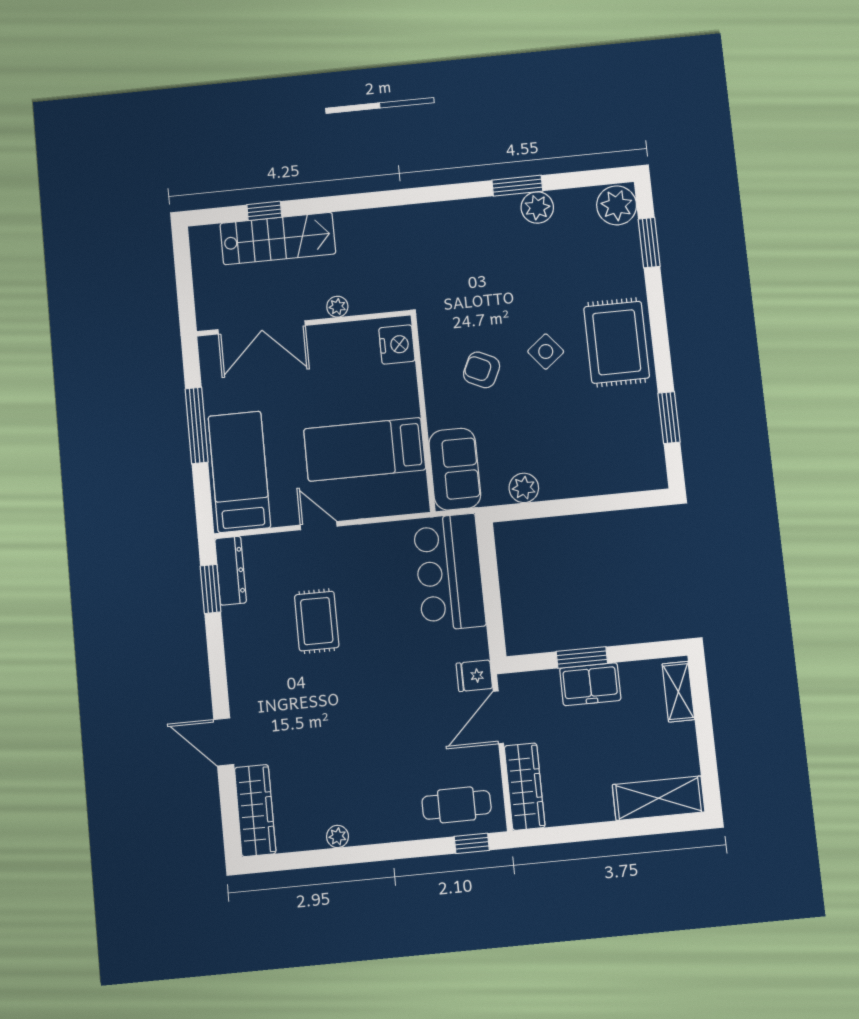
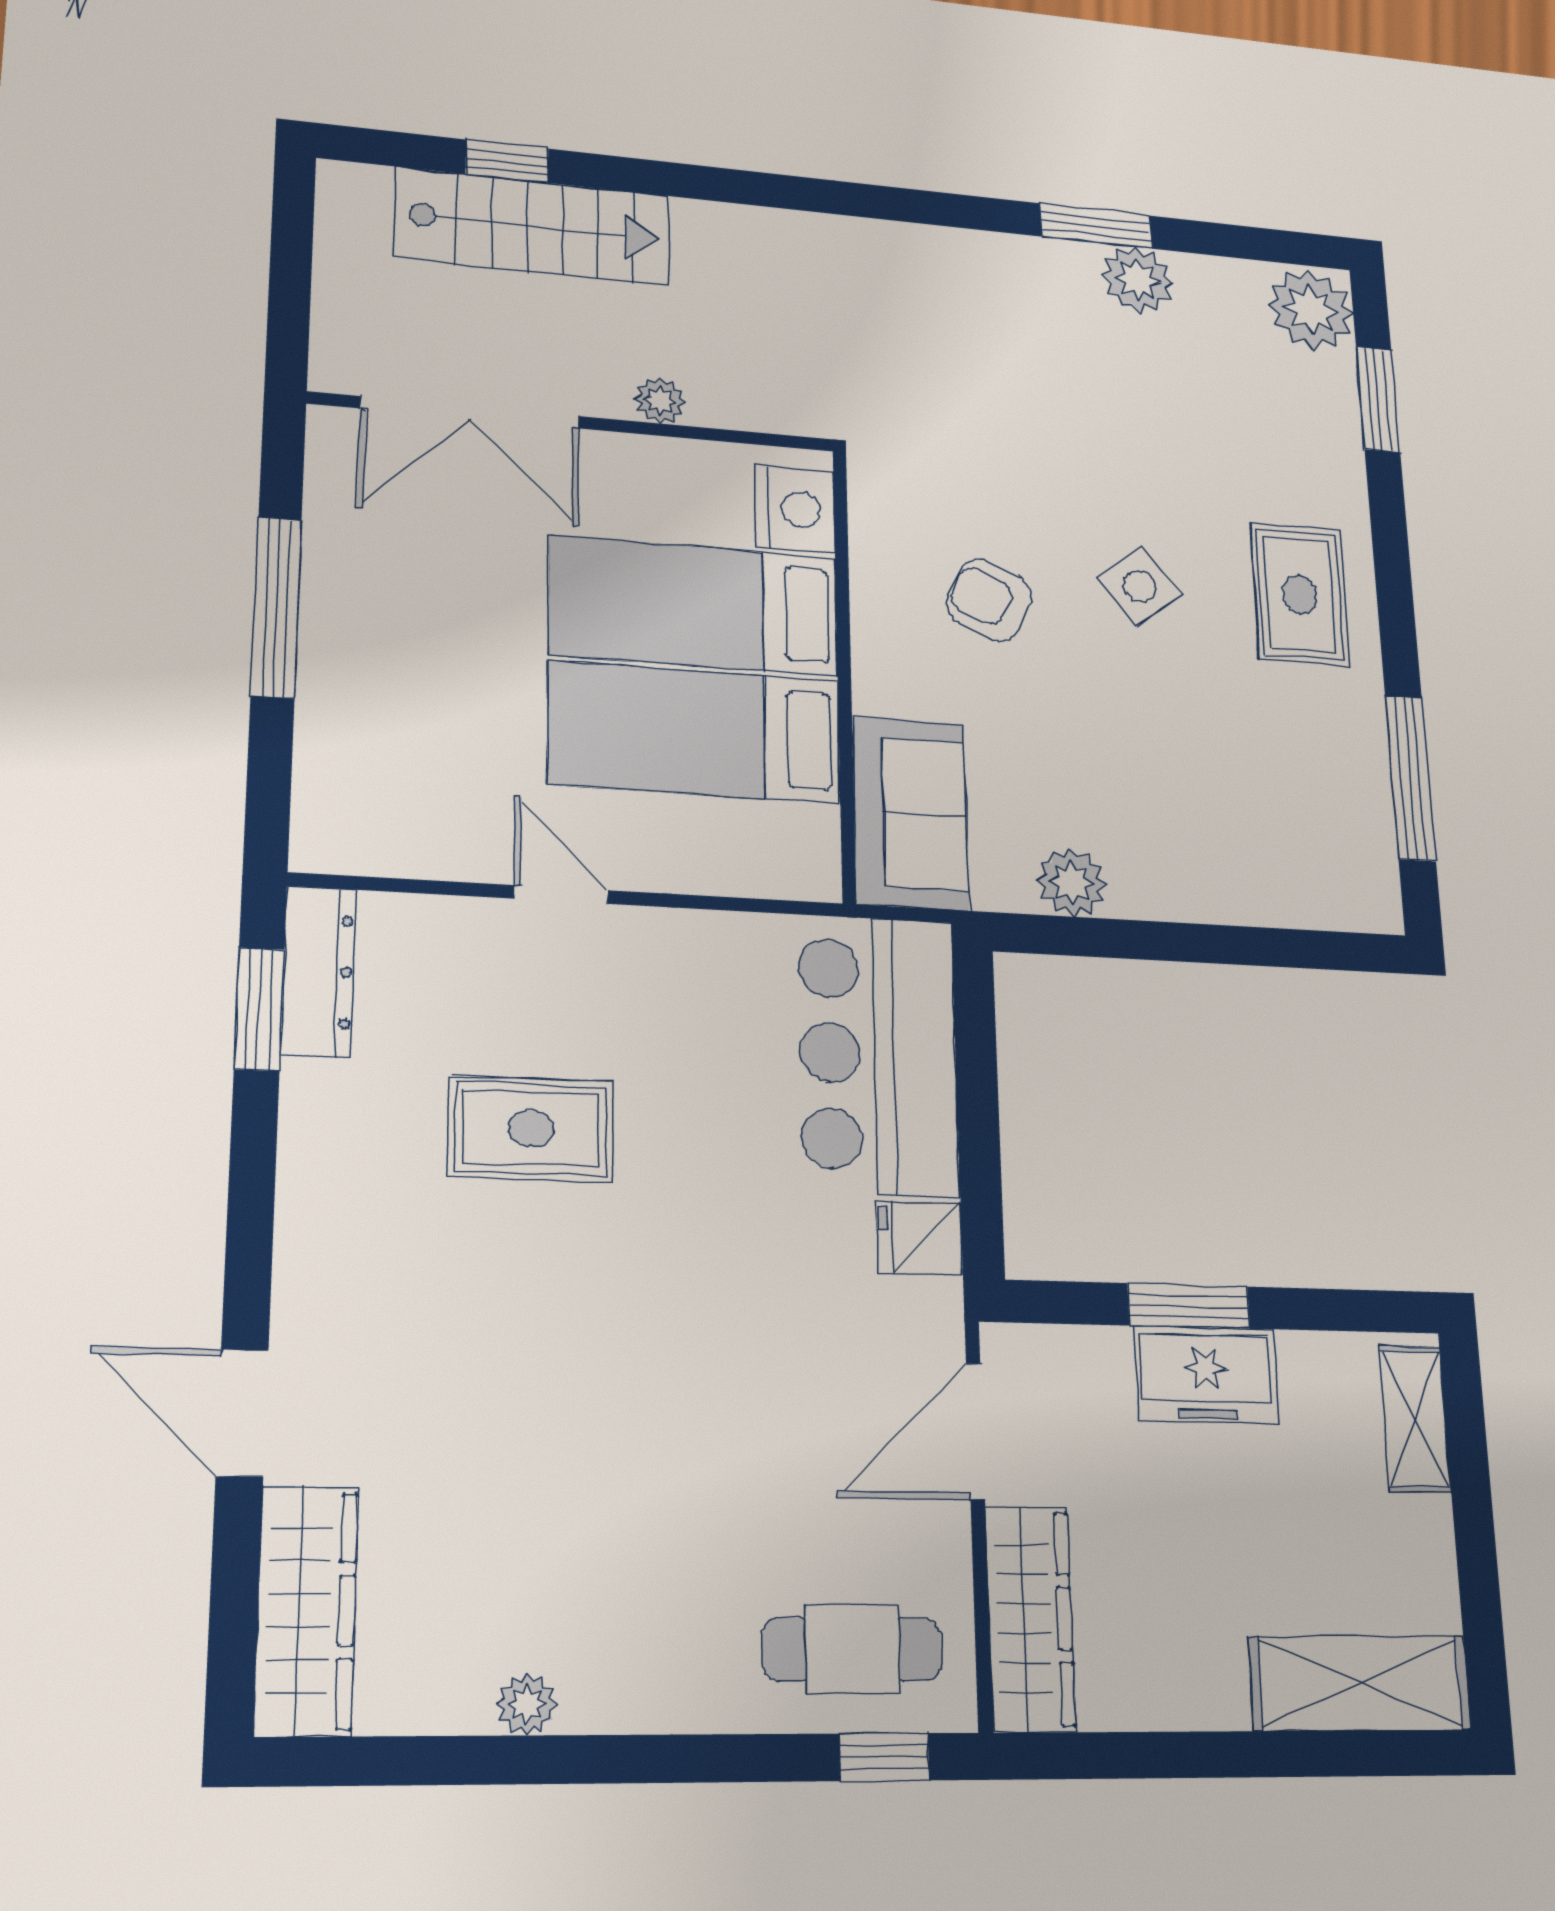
rug: (617, 342) -> (1300, 595), width x0.73, depth x0.70
window: (669, 418) -> (1410, 778), width x1.44
bed: (239, 472) -> (694, 606), moved, turned -90
rug: (317, 621) -> (531, 1129), turned 90
fridge: (474, 676) -> (920, 1238), moved

